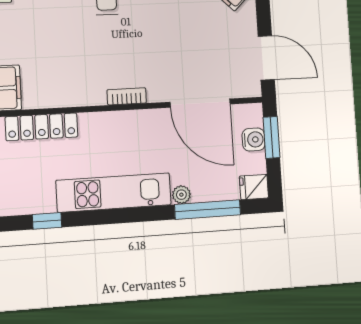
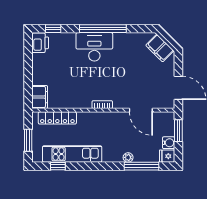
door: (200, 103) -> (141, 110), width x0.73
water cooler: (254, 140) -> (169, 143), moved
kitchen unit: (114, 193) -> (72, 154), moved

